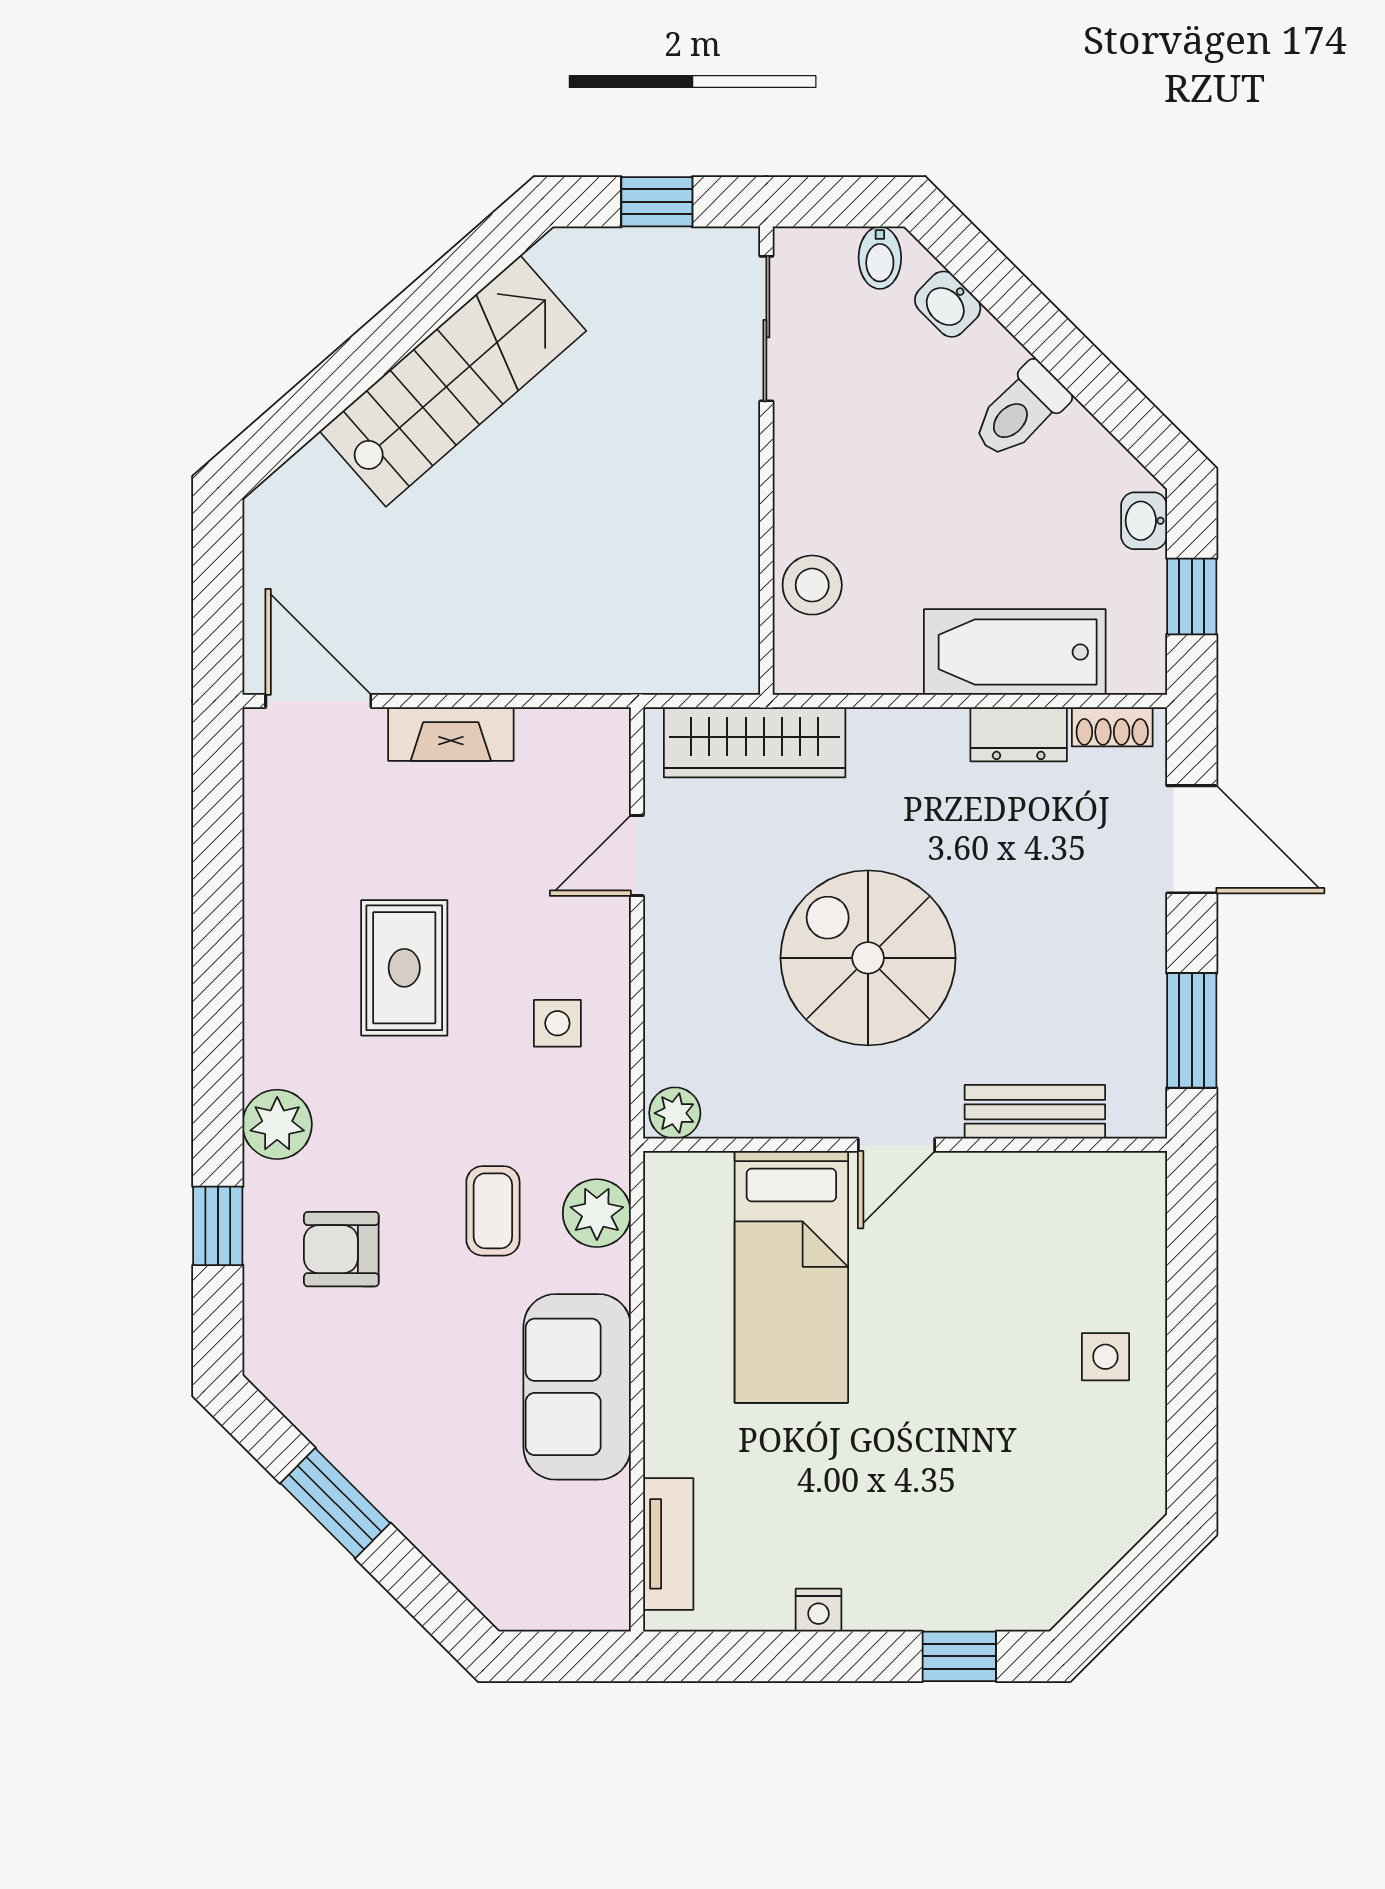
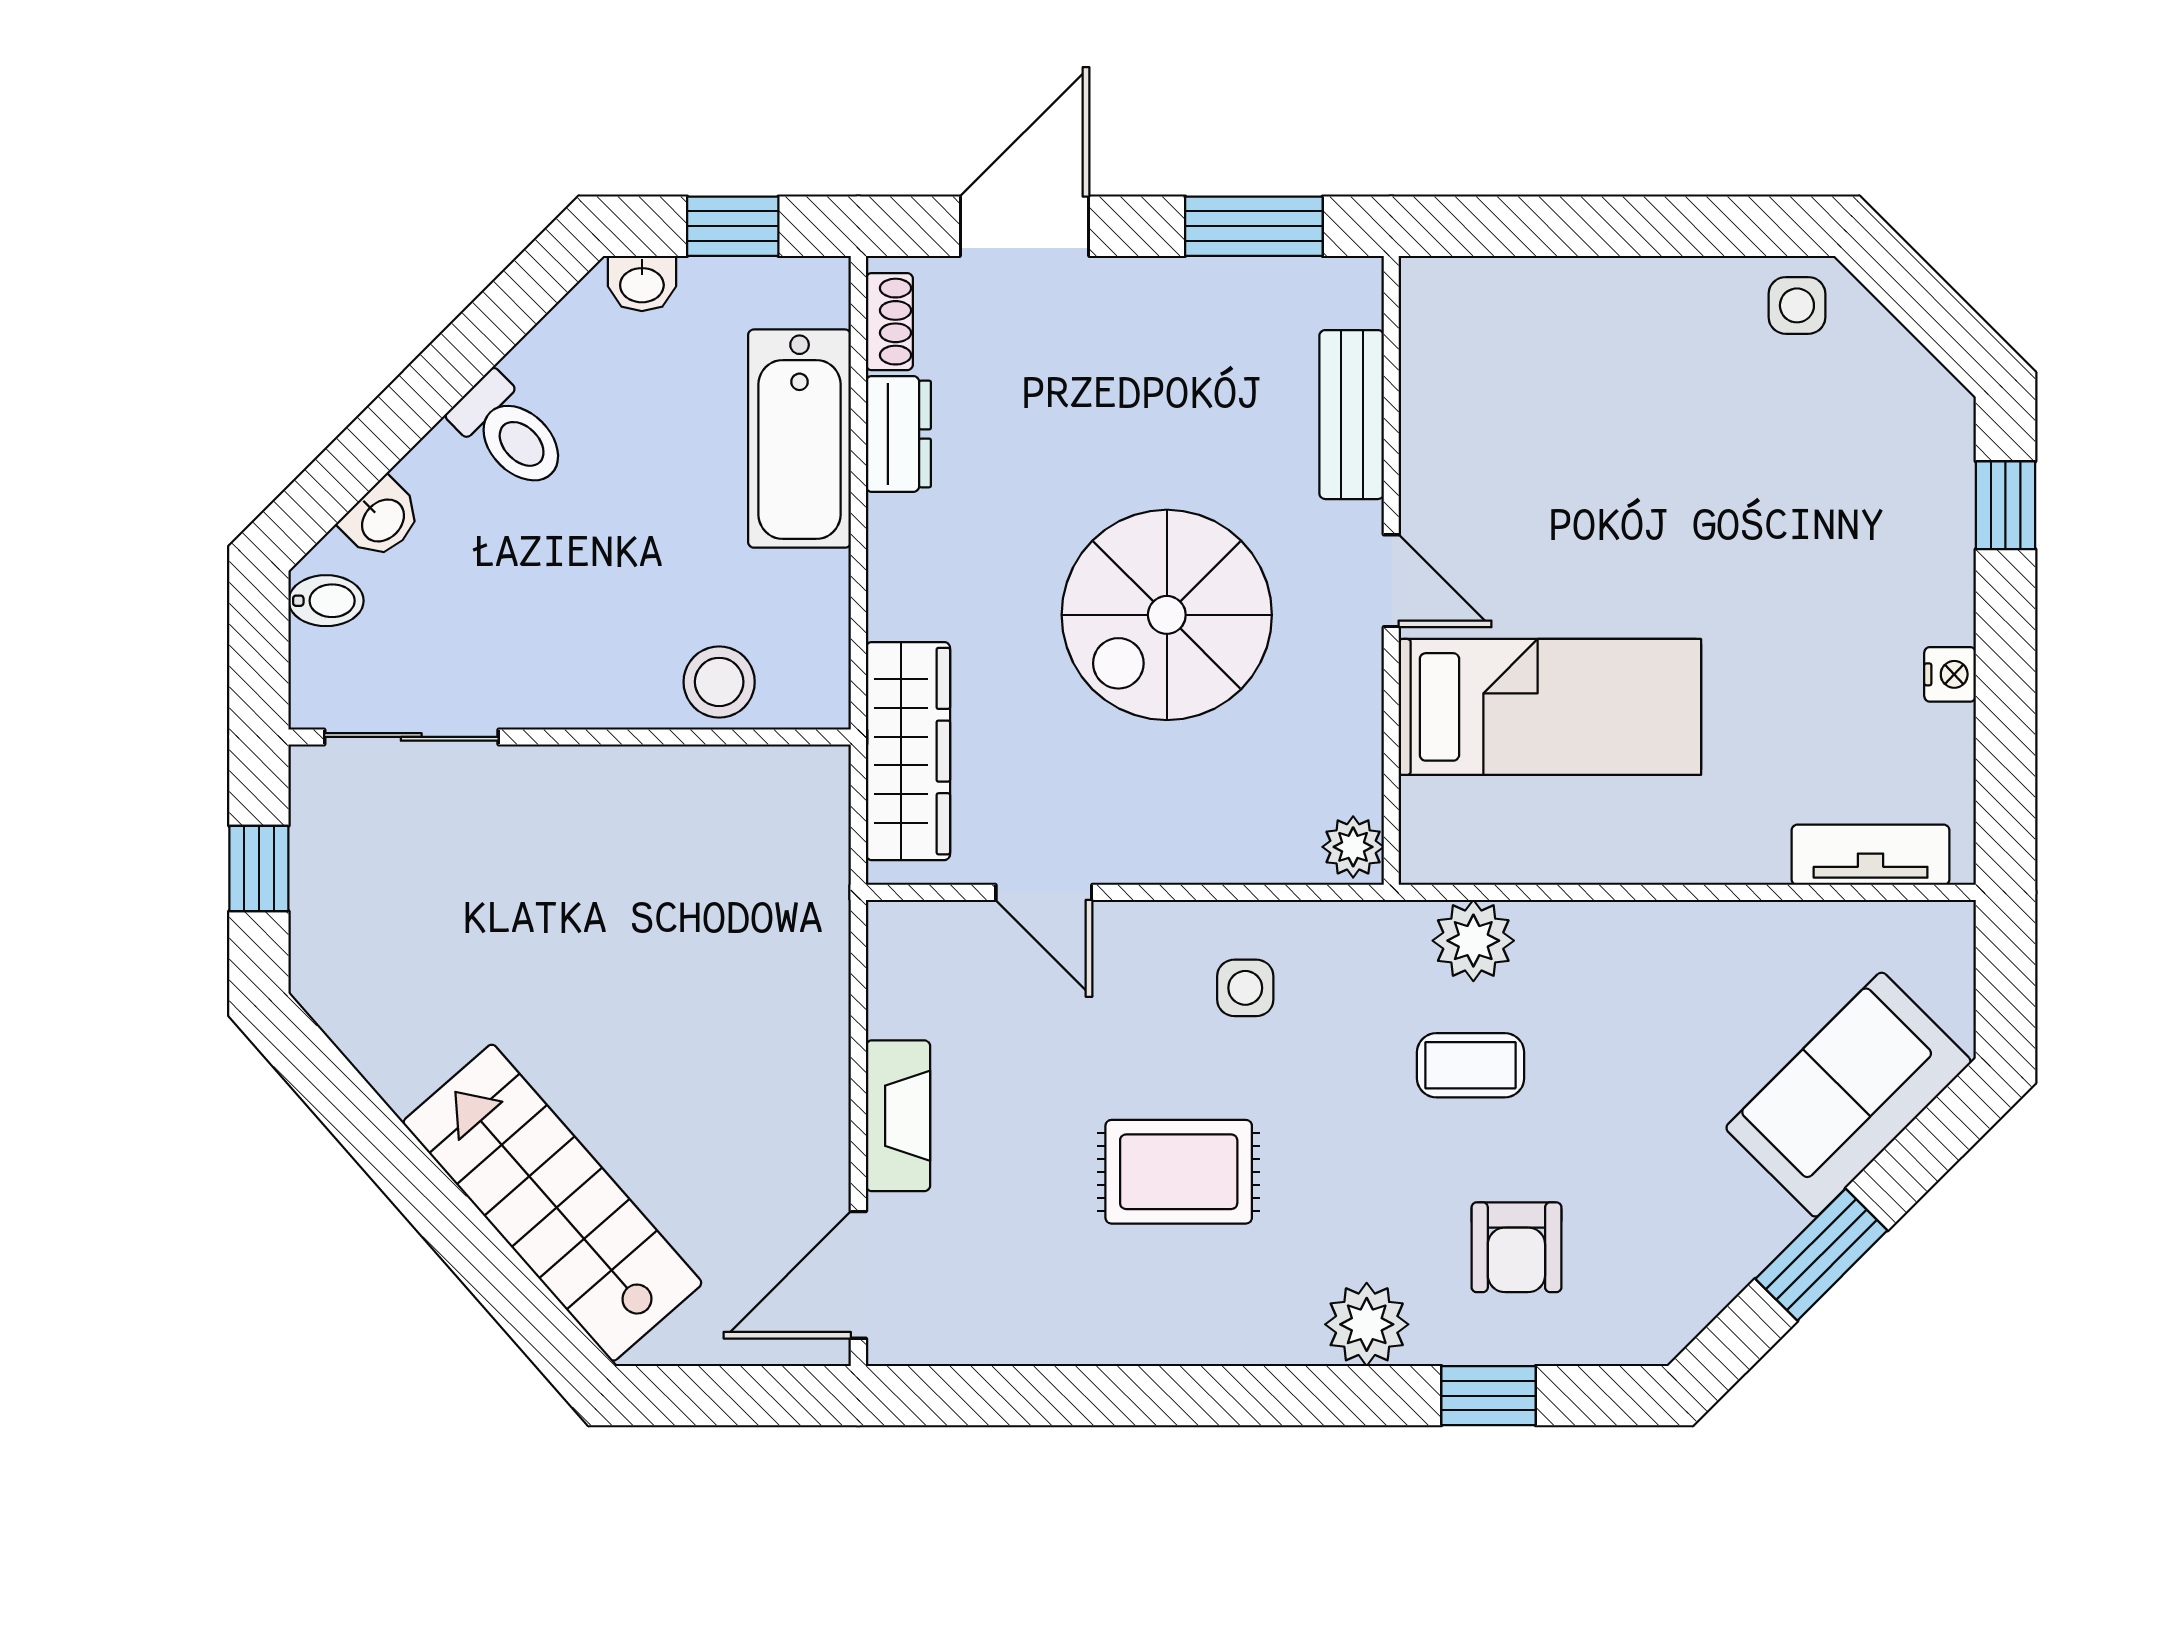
stairs: (453, 381) -> (552, 1203), moved
side table: (1105, 1357) -> (1797, 305), moved
sofa: (577, 1387) -> (1848, 1095), moved, turned 135

